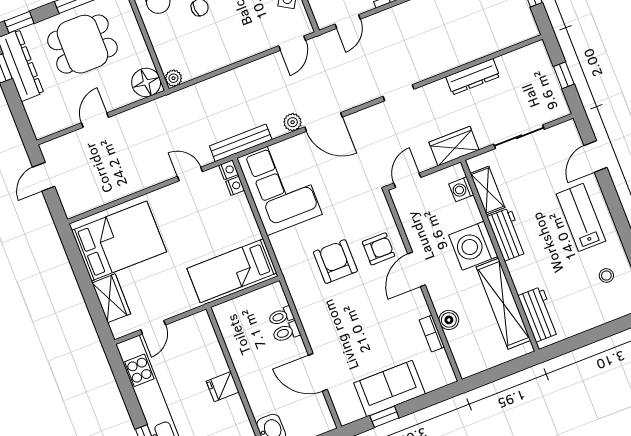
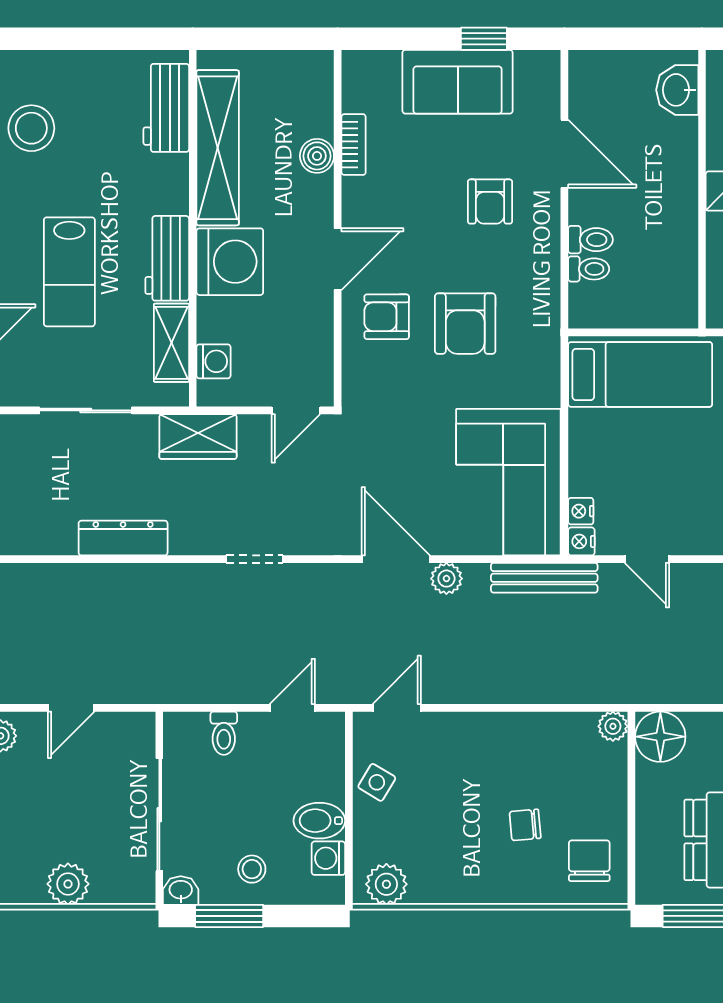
lab bench: (581, 217) -> (69, 272), moved
stool: (606, 275) -> (31, 128), width x1.89, depth x1.89
armchair: (347, 331) -> (490, 202), added

